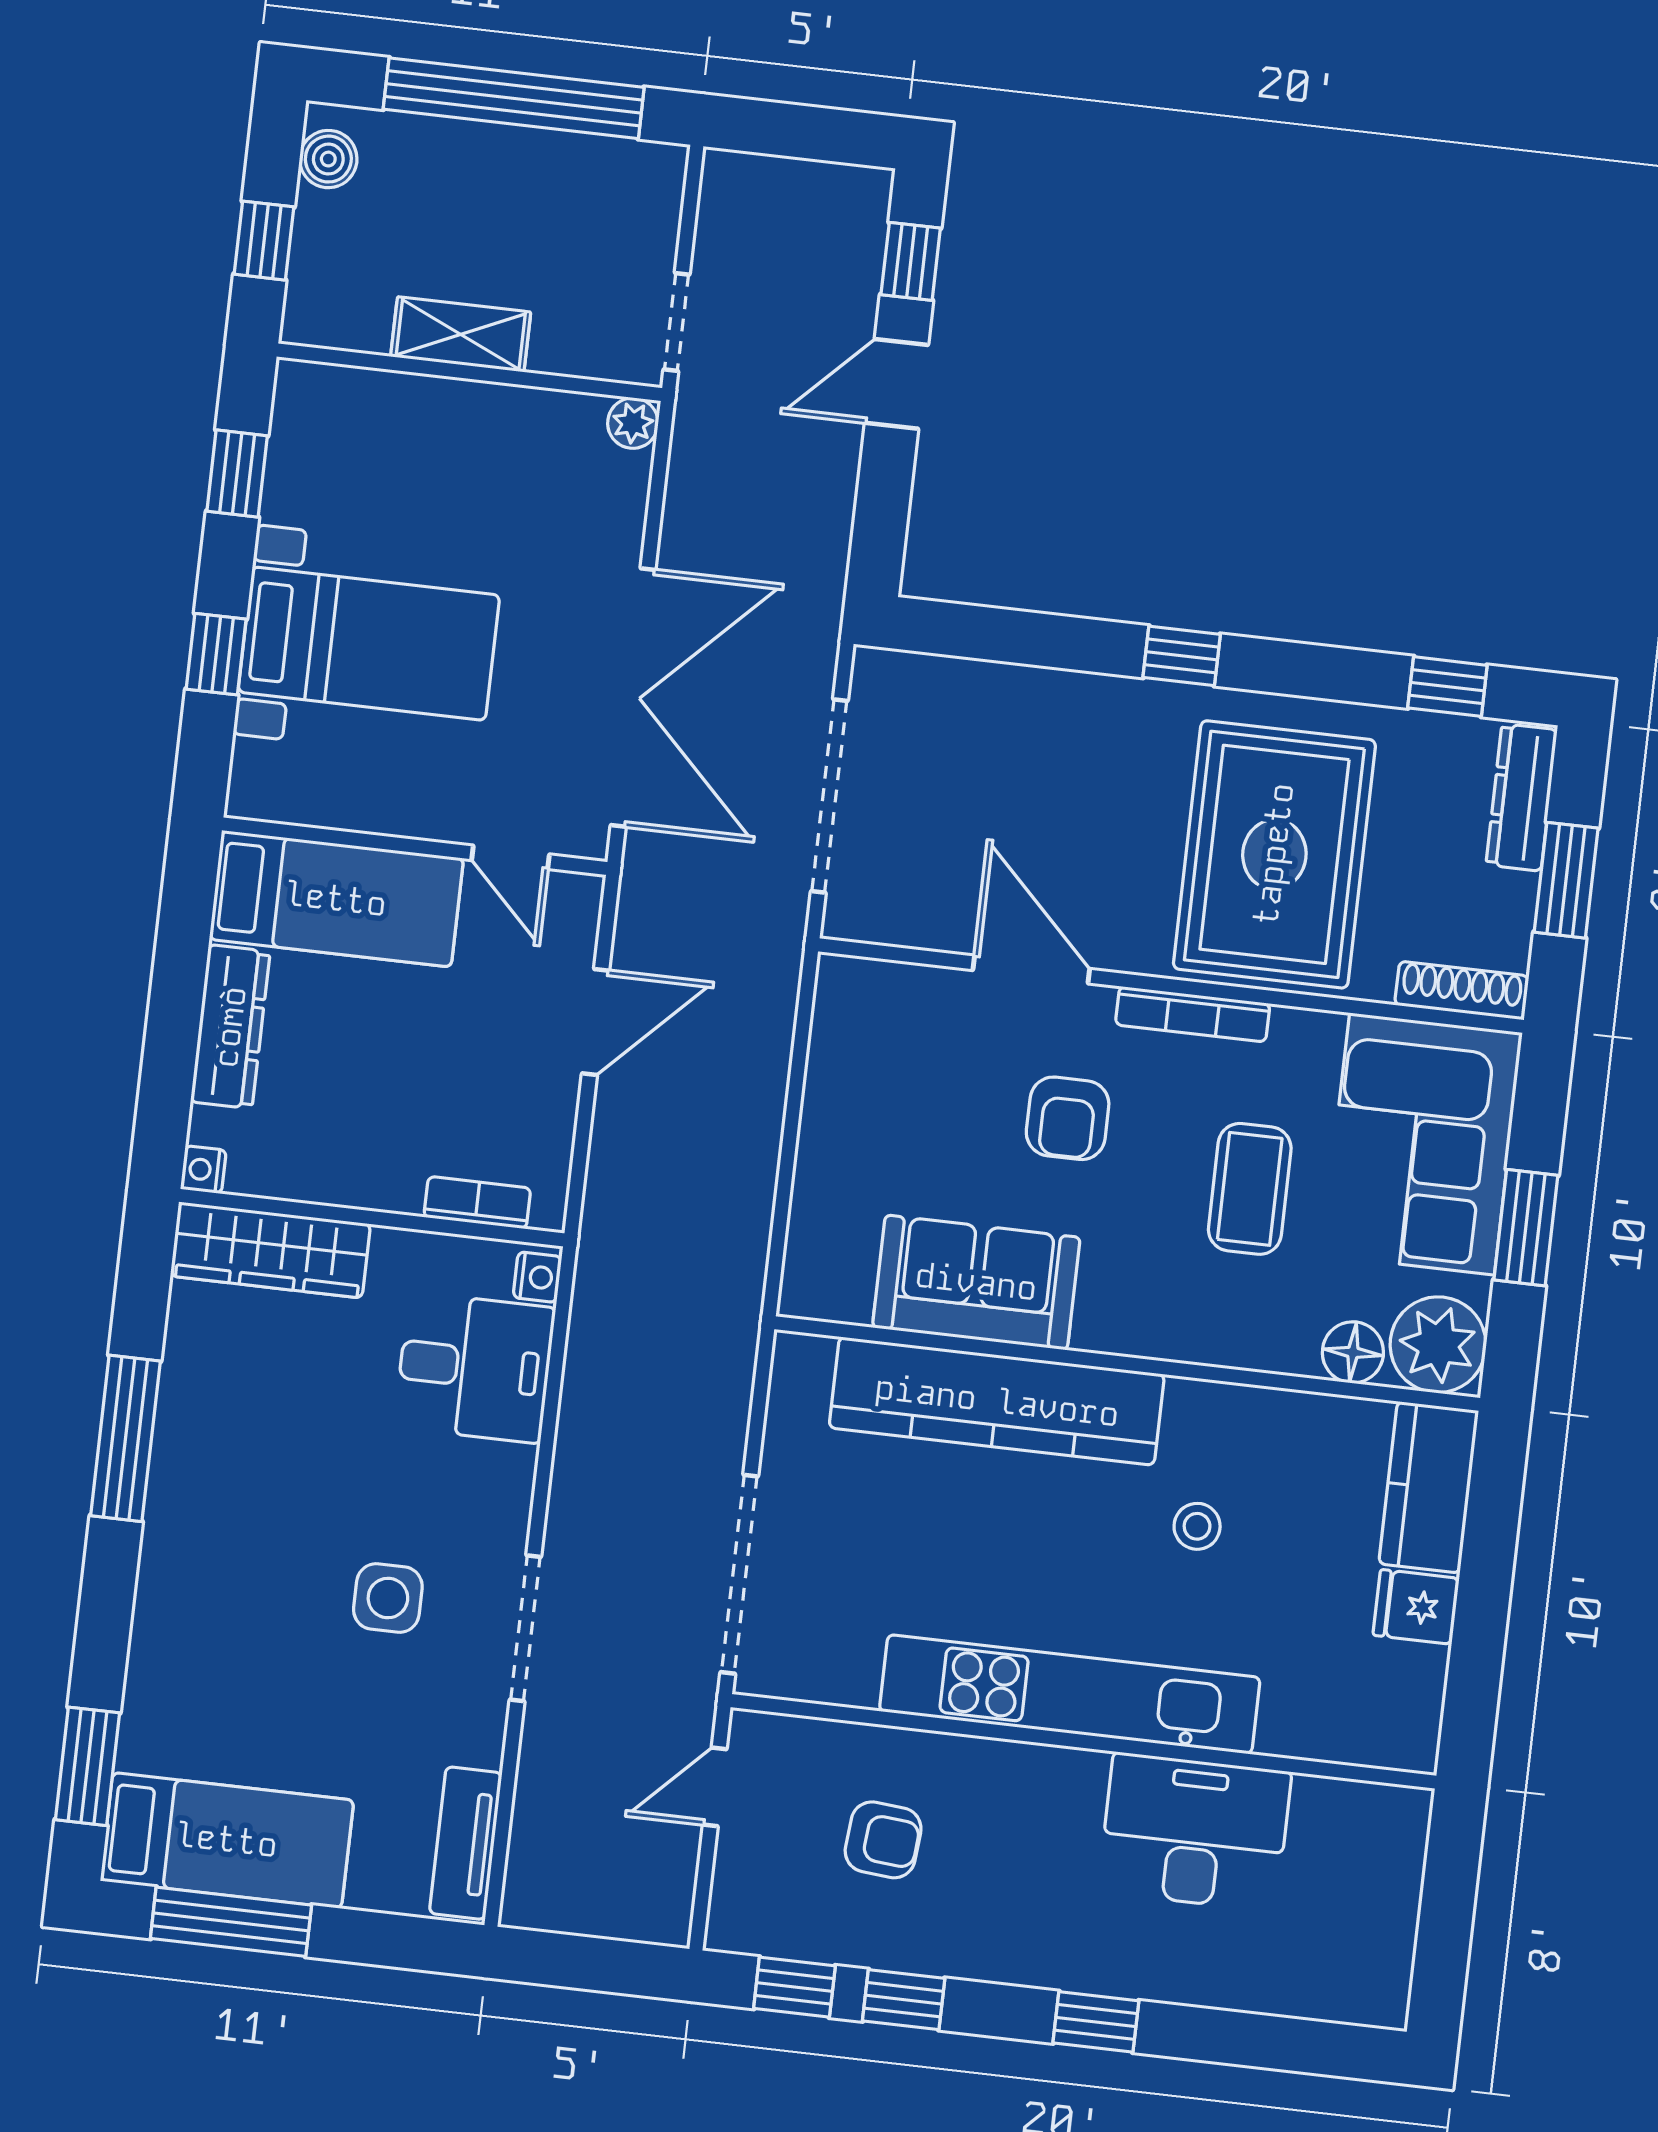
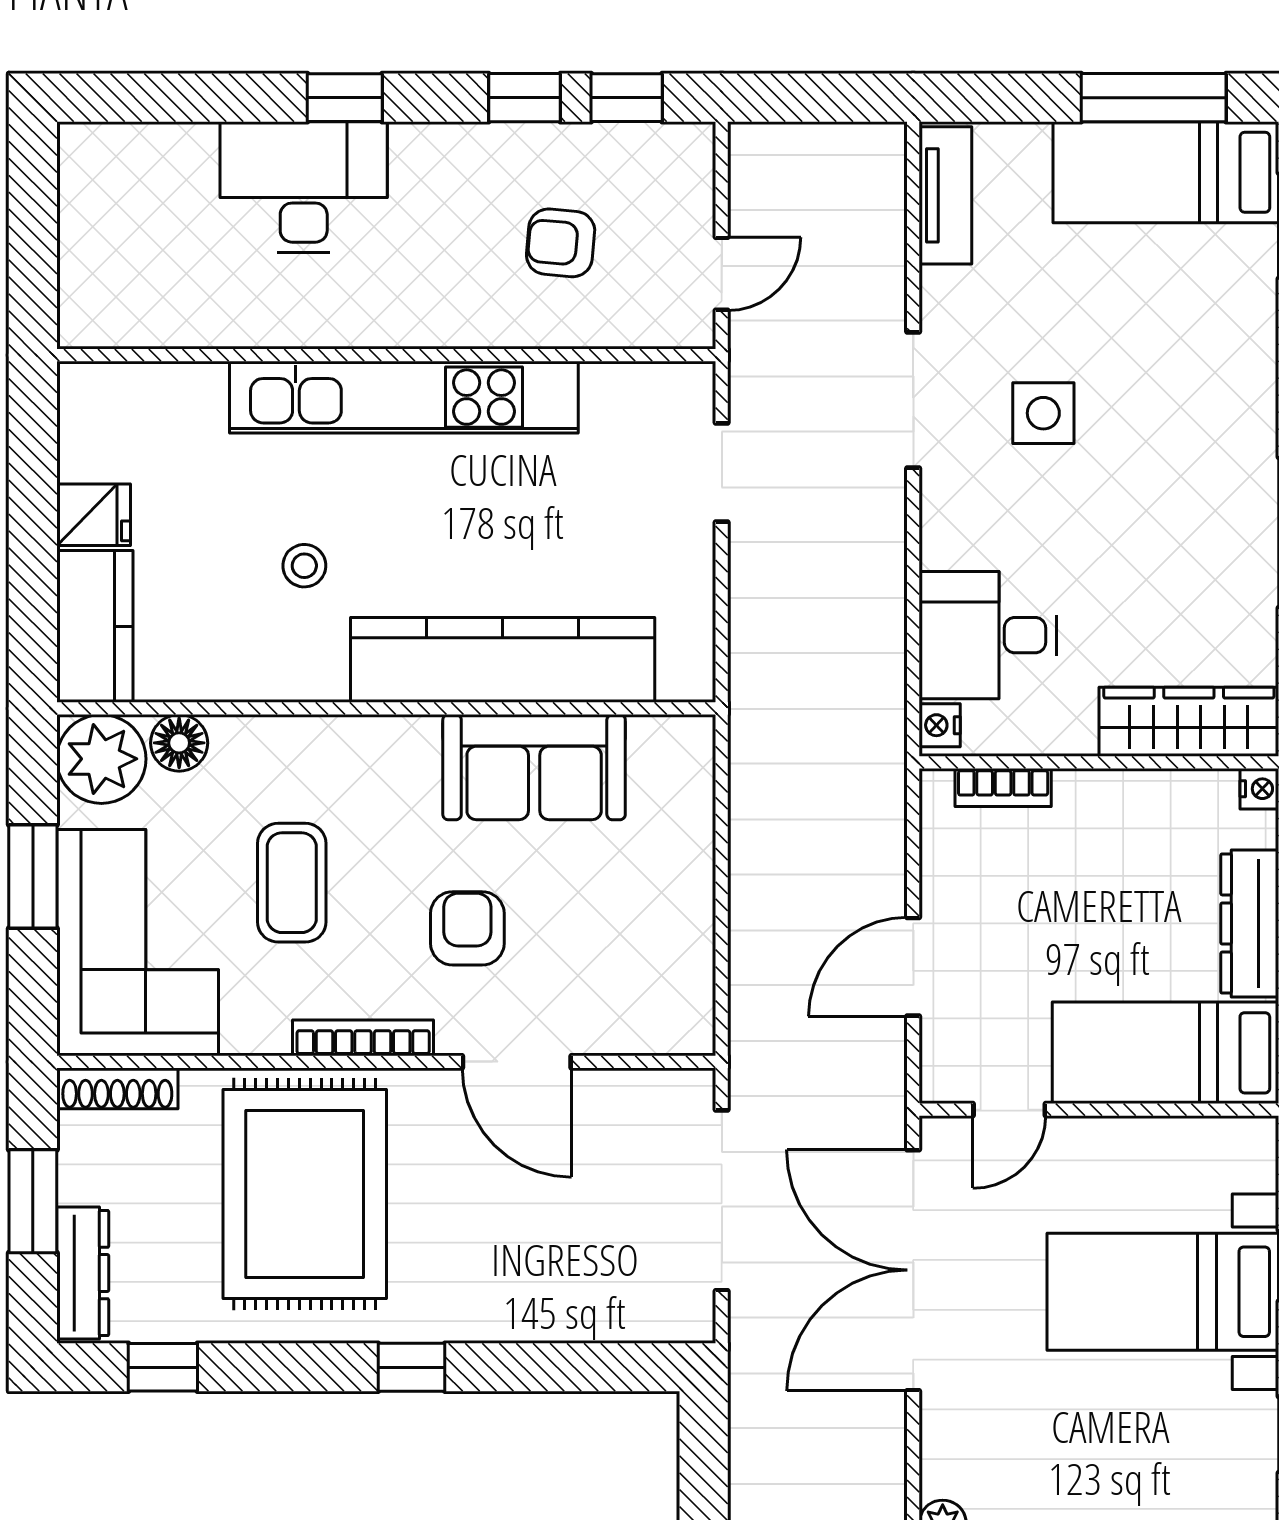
door: (510, 857) -> (1009, 1110), swing flipped
doorway: (739, 1574) -> (722, 473), width x0.53
desk: (1195, 1832) -> (304, 187), moved, turned 180

